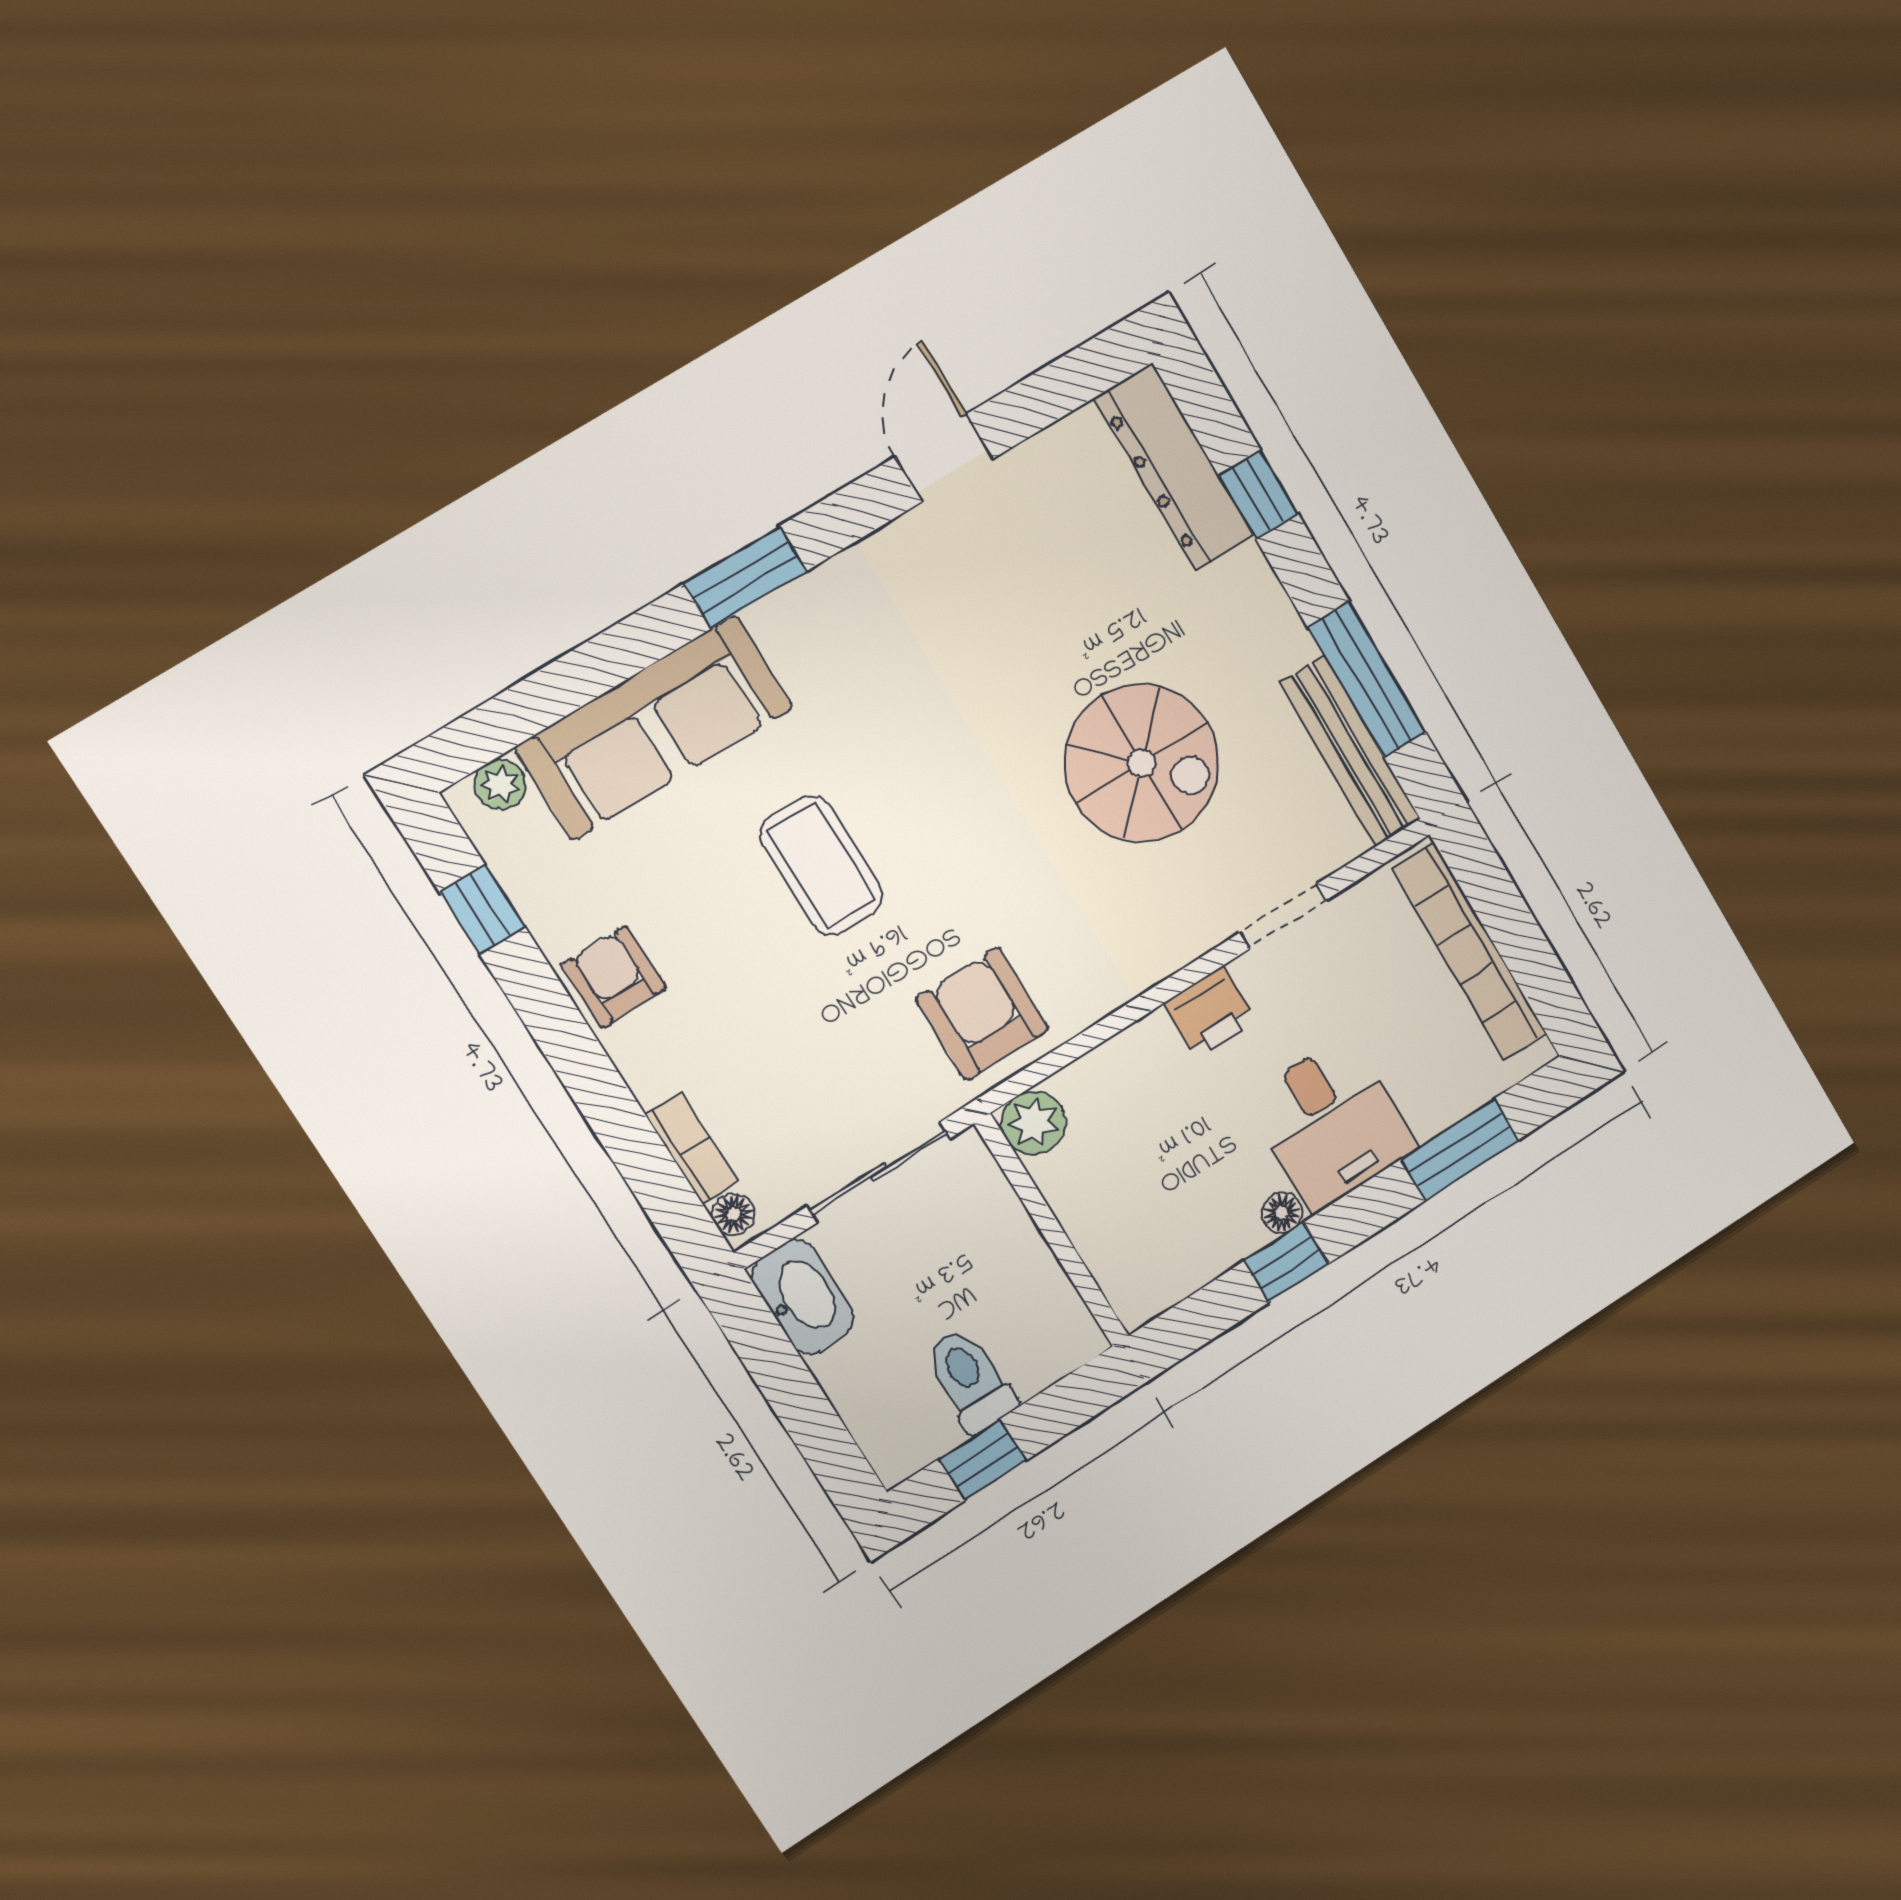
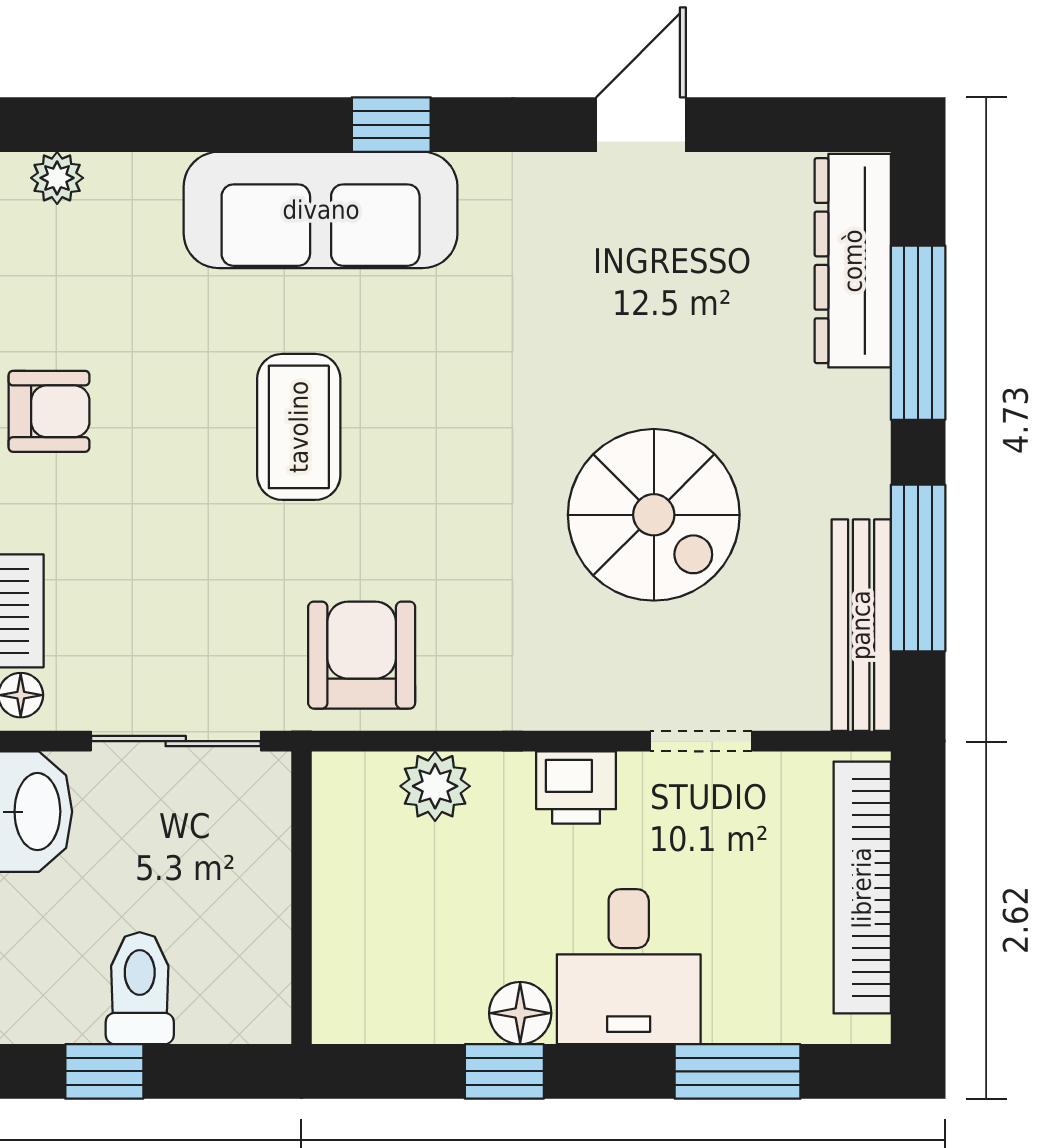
window: (1258, 495) -> (918, 333), width x2.17
window: (745, 577) -> (391, 125), width x0.67
sofa: (654, 728) -> (321, 210), moved
armchair: (614, 977) -> (49, 411), turned 90
plant: (1033, 1123) -> (435, 786), moved
floor lamp: (1282, 1213) -> (520, 1013), width x1.37, depth x1.37

